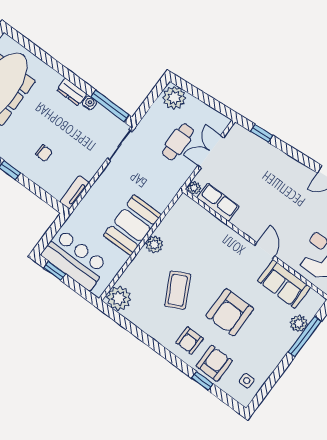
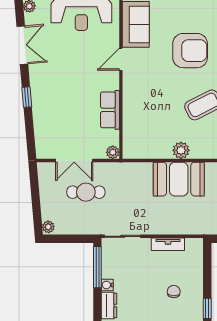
plant: (174, 98) -> (48, 227), width x0.53, depth x0.53
window: (262, 133) -> (27, 97), moved
tv unit: (74, 192) -> (168, 244), moved
row of seats: (218, 202) -> (110, 110), moved

